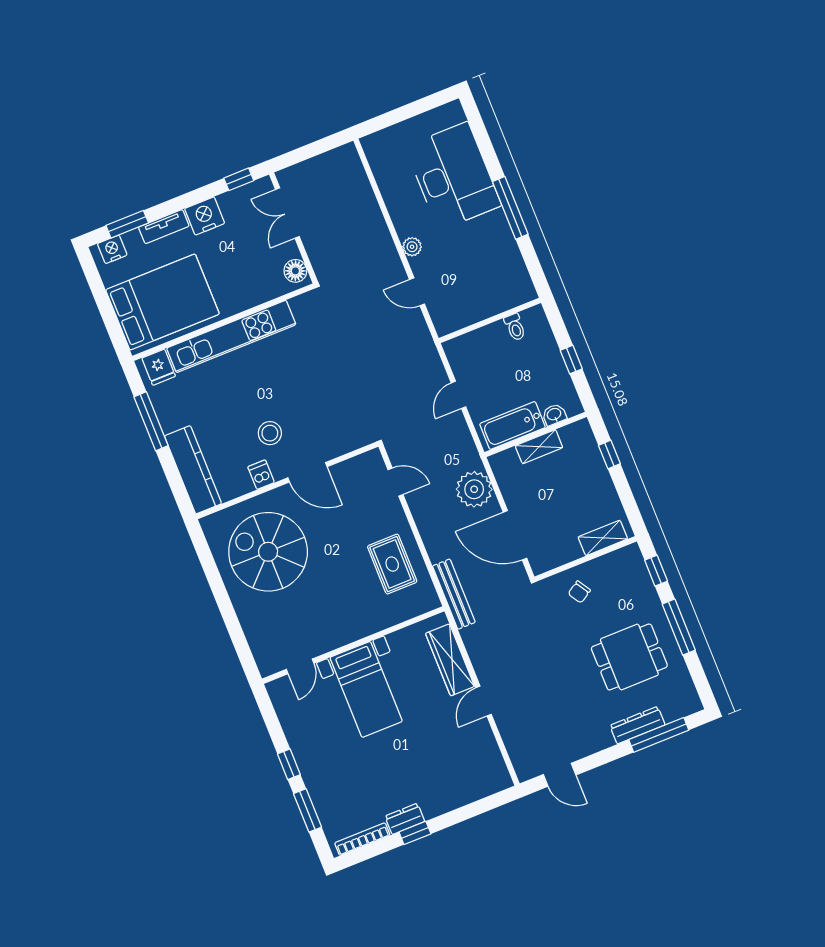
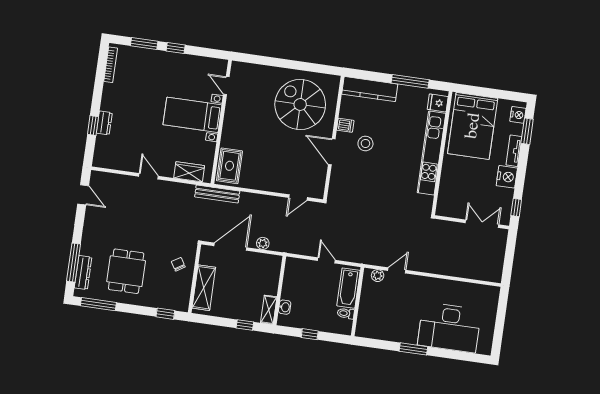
window: (510, 208) -> (413, 349), width x0.69
plant: (412, 247) -> (378, 276), moved
floor lamp: (295, 271) -> (447, 210), removed
bathtub: (513, 425) -> (348, 288), moved, turned 180
shelving: (539, 447) -> (269, 310), moved
door: (307, 472) -> (332, 152), hinge flipped
plant: (474, 489) -> (263, 243), width x0.53, depth x0.53
shelving: (603, 538) -> (204, 288), width x1.50, depth x1.33
spiral stairs: (268, 552) -> (300, 104), turned -90
rug: (392, 564) -> (229, 166), moved, turned 90
window: (679, 627) -> (98, 304), moved
wardrobe: (450, 660) -> (189, 172), width x0.67
dresser: (637, 725) -> (83, 273), moved
door: (560, 775) -> (83, 195), swing flipped
dresser: (405, 819) -> (104, 123), moved
window: (415, 833) -> (93, 126), moved

